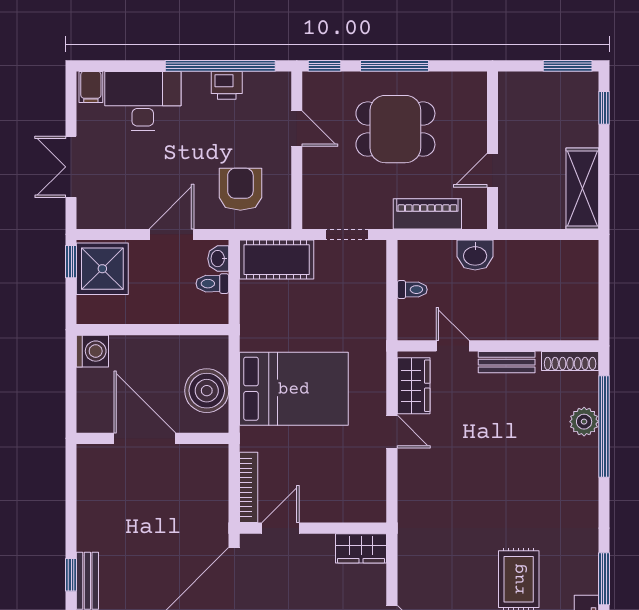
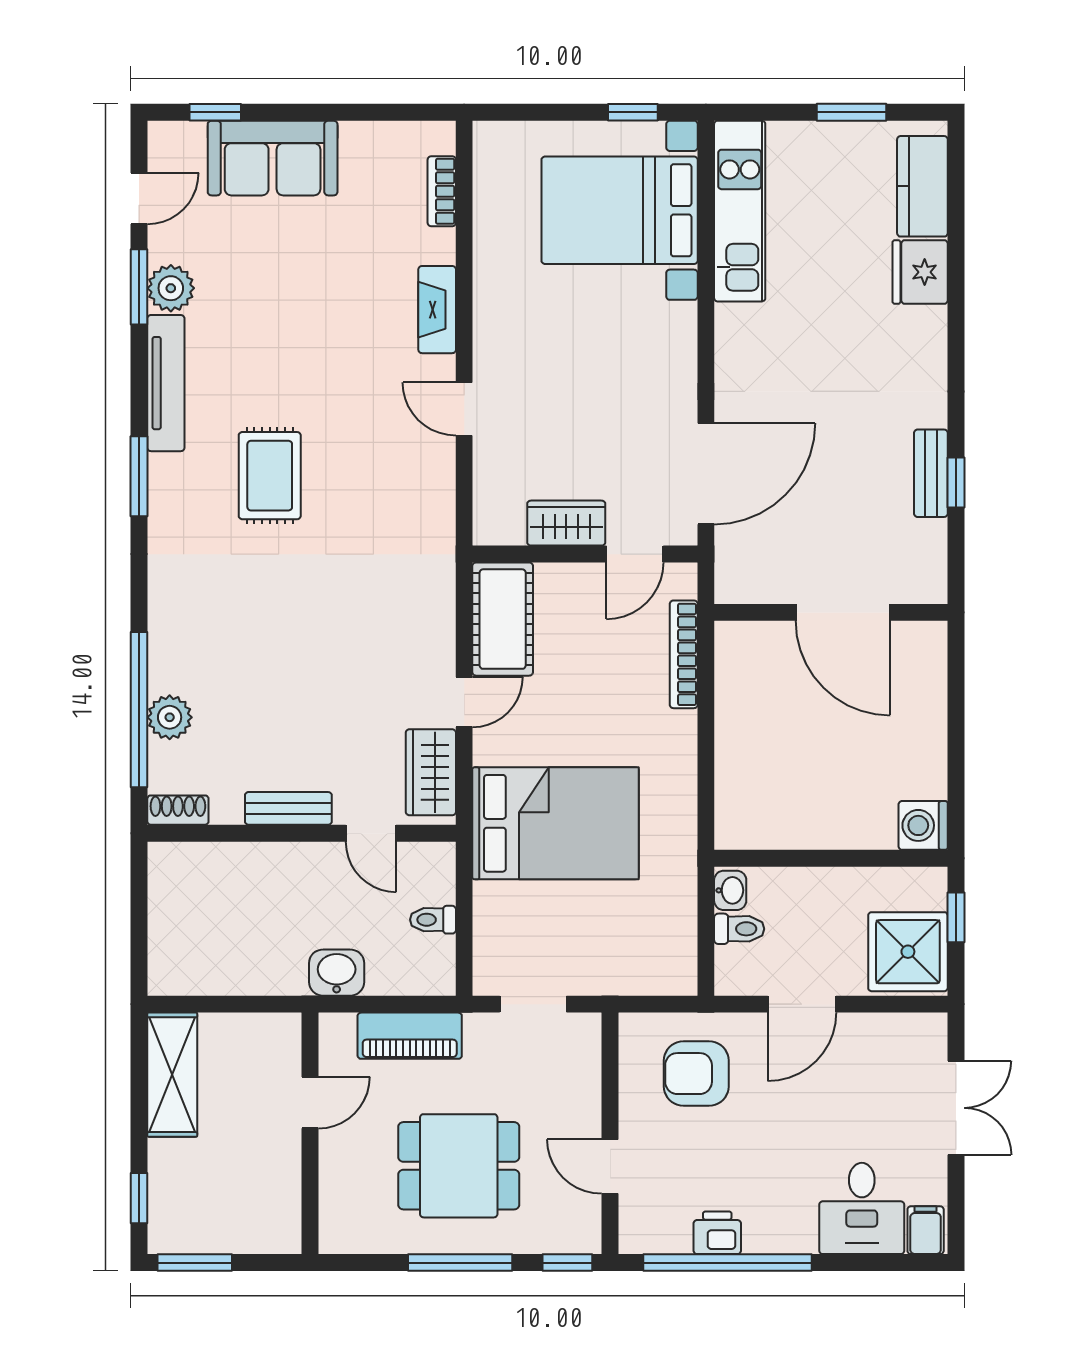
desk: (143, 101) -> (862, 1208), width x0.73
armchair: (240, 189) -> (696, 1074), turned 90
washbasin: (218, 259) -> (730, 890), moved
cot: (277, 260) -> (503, 619), moved, turned 90
window: (71, 262) -> (956, 917), moved
shoe rack: (570, 361) -> (178, 810), width x0.70
bed: (294, 389) -> (556, 823), moved, turned 180
boiler: (207, 391) -> (748, 765), removed
door: (392, 432) -> (464, 702), swing flipped
door: (145, 438) -> (843, 612), moved
wall: (153, 438) -> (831, 612), moved
bookcase: (249, 487) -> (684, 654), moved
wardrobe: (361, 548) -> (566, 523), moved

